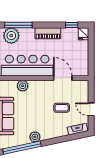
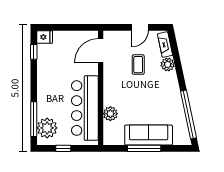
piano: (48, 33) -> (44, 82), removed
door: (63, 78) -> (101, 50), moved
plant: (35, 137) -> (168, 64), moved

